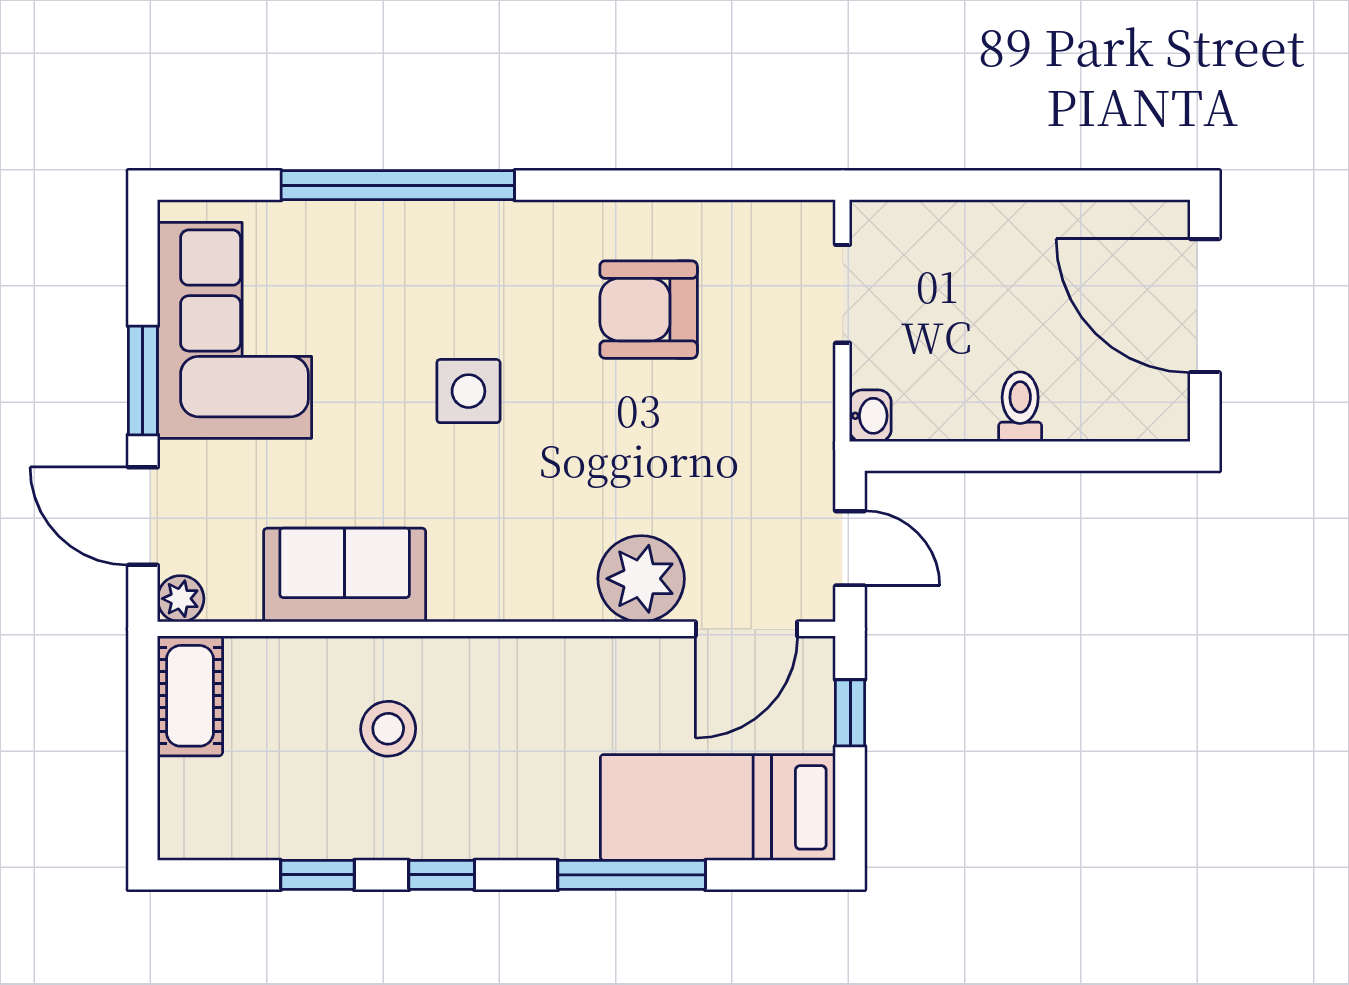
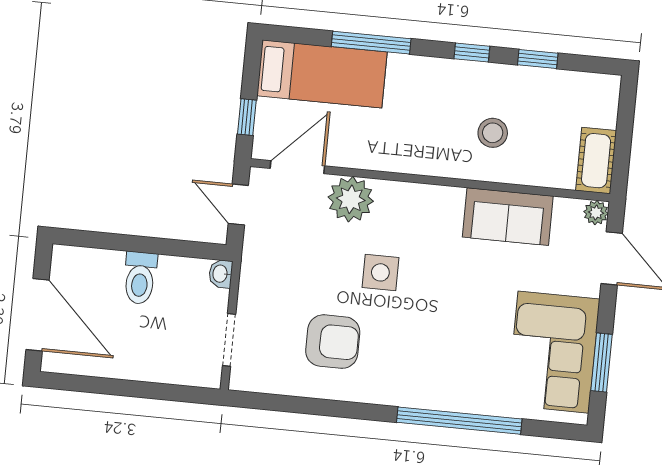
window: (143, 380) -> (602, 362), moved
side table: (468, 391) -> (380, 272), moved
toilet: (1020, 407) -> (140, 278), width x1.37, depth x1.39

